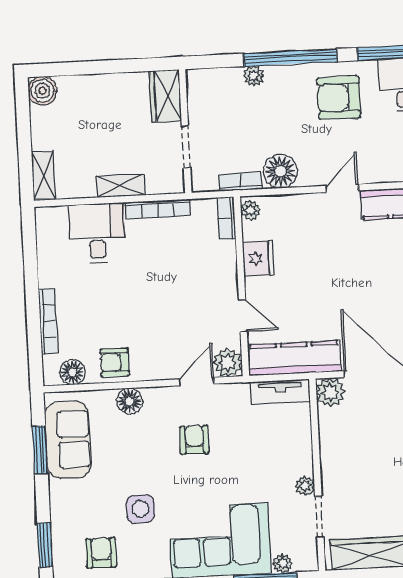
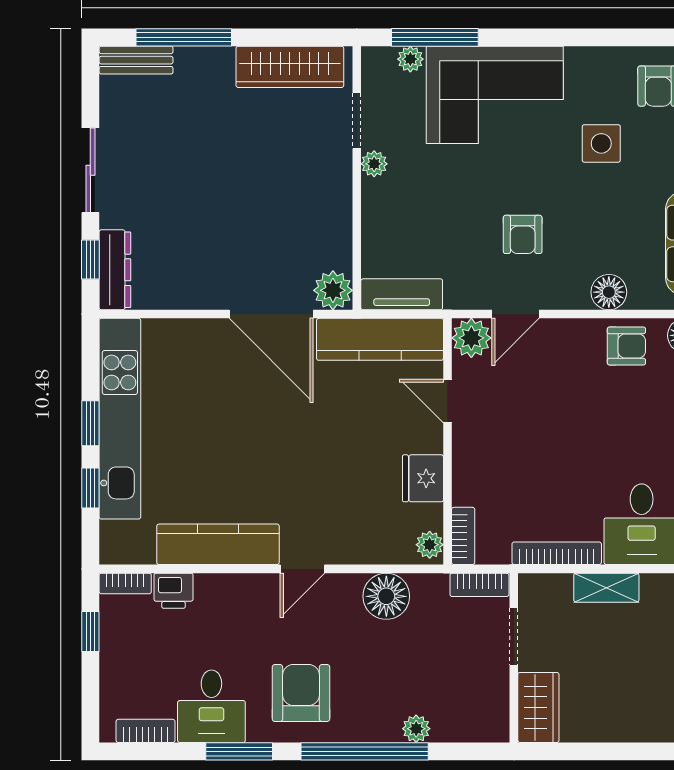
armchair: (339, 98) -> (301, 693), turned -90
bookcase: (240, 182) -> (479, 585), moved

